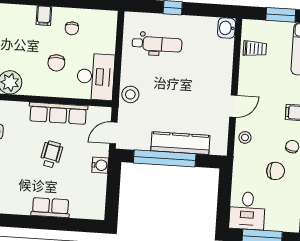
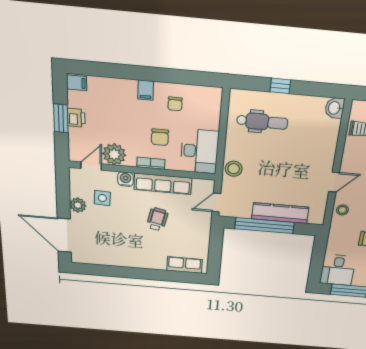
bookcase: (46, 91) -> (151, 163), added
water cooler: (100, 165) -> (126, 179), moved, turned -90
row of seats: (50, 208) -> (184, 265), moved

